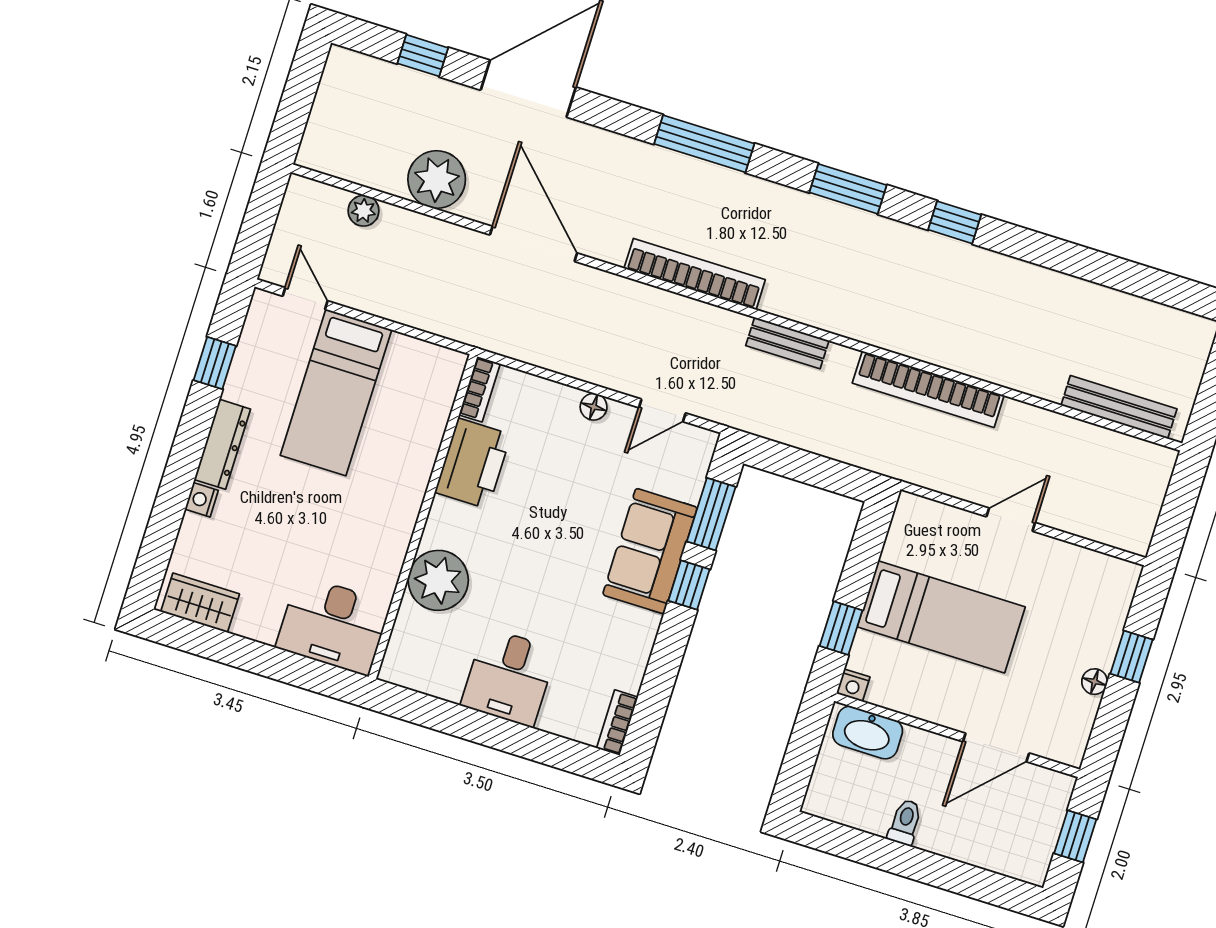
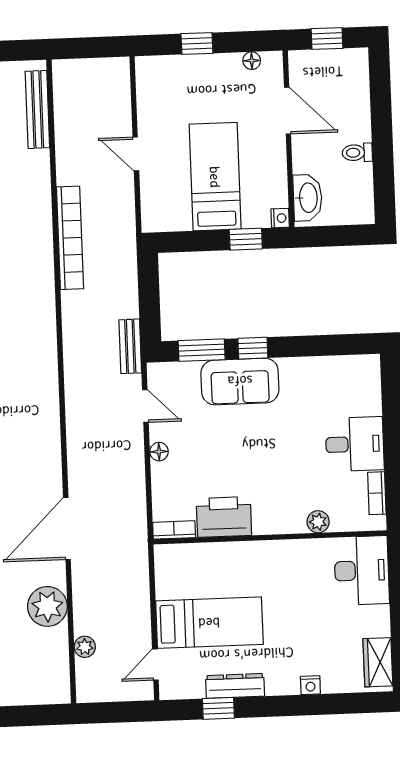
bookcase: (695, 274) -> (49, 417), removed
bench: (787, 343) -> (130, 346), moved
dresser: (222, 444) -> (235, 686), moved
plant: (438, 580) -> (318, 522), width x0.53, depth x0.53
floor lamp: (1095, 682) -> (252, 61), moved
bookcase: (617, 723) -> (377, 493), moved, turned 90

